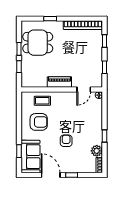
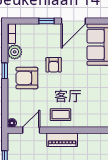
coffee table: (42, 101) -> (61, 115), moved
armchair: (39, 122) -> (27, 78), moved
door: (51, 175) -> (73, 21), hinge flipped

